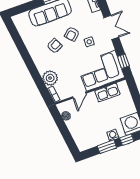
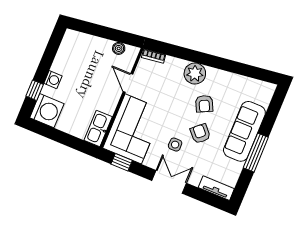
double door: (111, 27) -> (169, 182), swing flipped
plant: (50, 78) -> (195, 74), moved
kitchen sink: (107, 92) -> (98, 128), moved
window: (107, 147) -> (46, 62), removed

